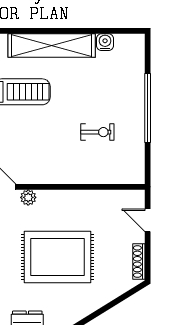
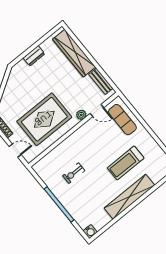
water cooler: (105, 42) -> (90, 232), moved
rug: (57, 257) -> (44, 119), moved

